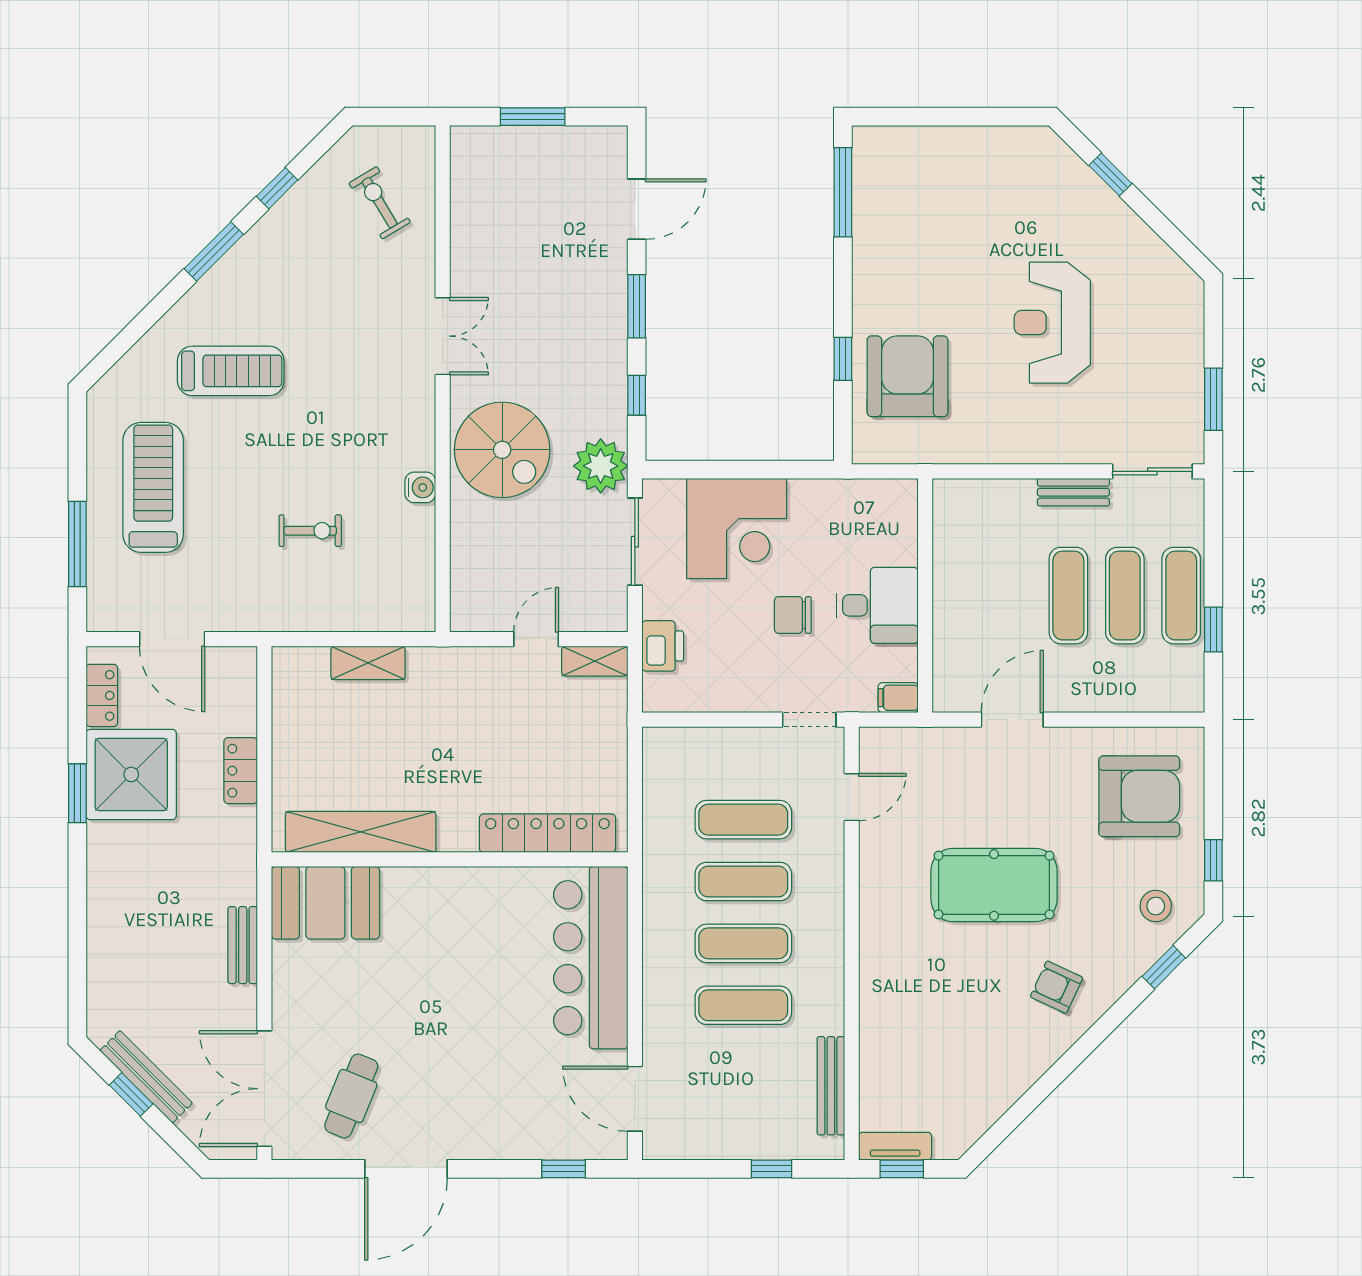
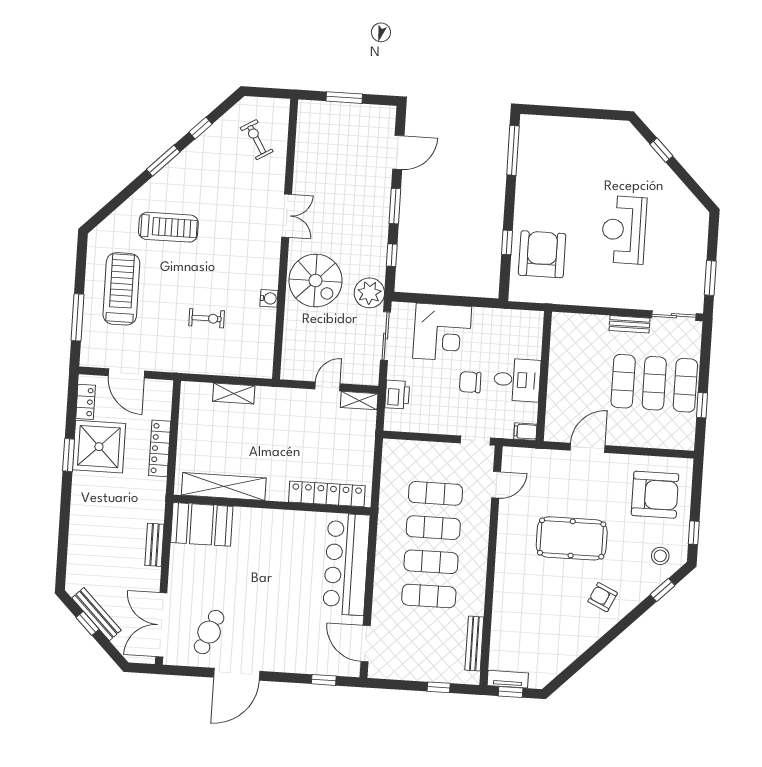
locker: (241, 771) -> (160, 448), width x1.53

